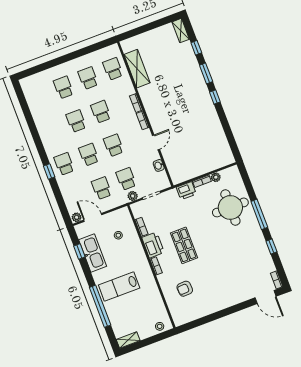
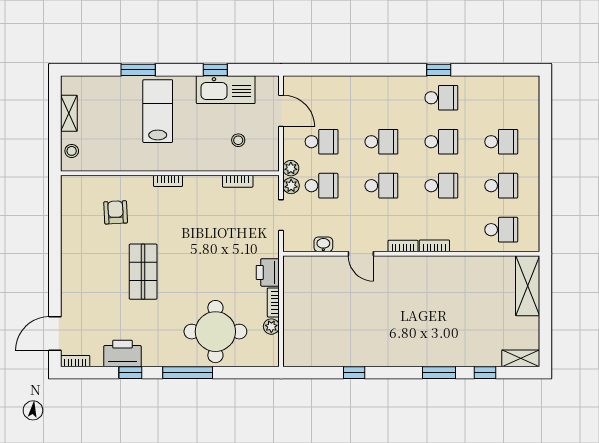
shelving: (137, 69) -> (528, 286), moved, turned 90
window: (215, 97) -> (354, 373), moved
school desk: (64, 164) -> (441, 98), moved
window: (49, 171) -> (439, 70), moved
plant: (77, 217) -> (291, 168), moved
door: (93, 217) -> (281, 111), hinge flipped
printer: (153, 245) -> (122, 353), moved, turned 180
shop shelf: (184, 245) -> (143, 272), moved, turned 90
window: (79, 251) -> (215, 70), moved
window: (100, 306) -> (138, 70), width x0.47
shelving: (128, 340) -> (69, 113), moved

